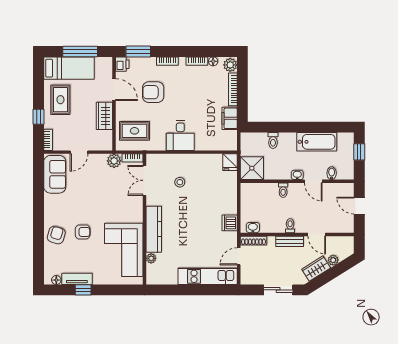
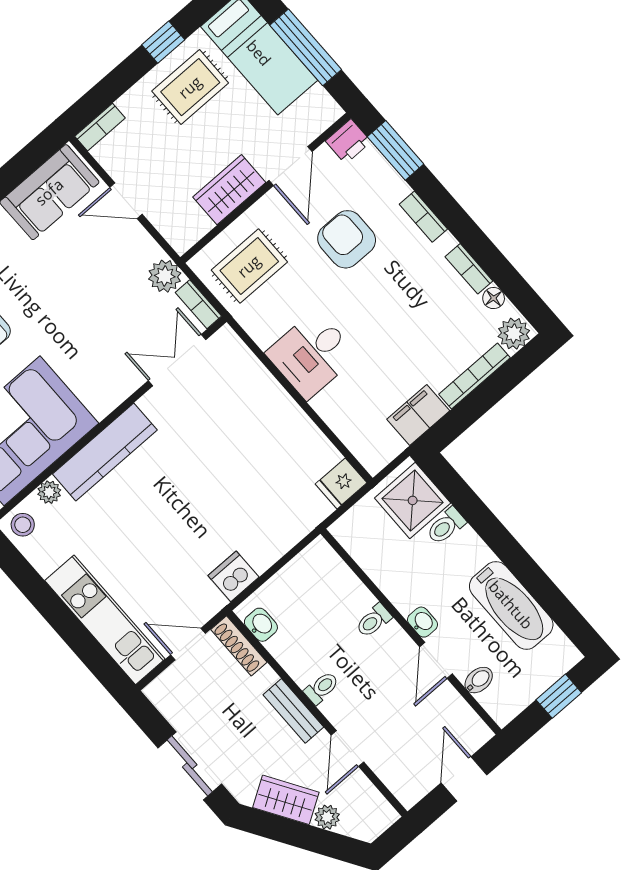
window: (39, 117) -> (163, 42), moved
rug: (134, 131) -> (249, 266), turned 90
shower: (252, 168) -> (413, 500), moved
stool: (180, 182) -> (23, 525), moved

